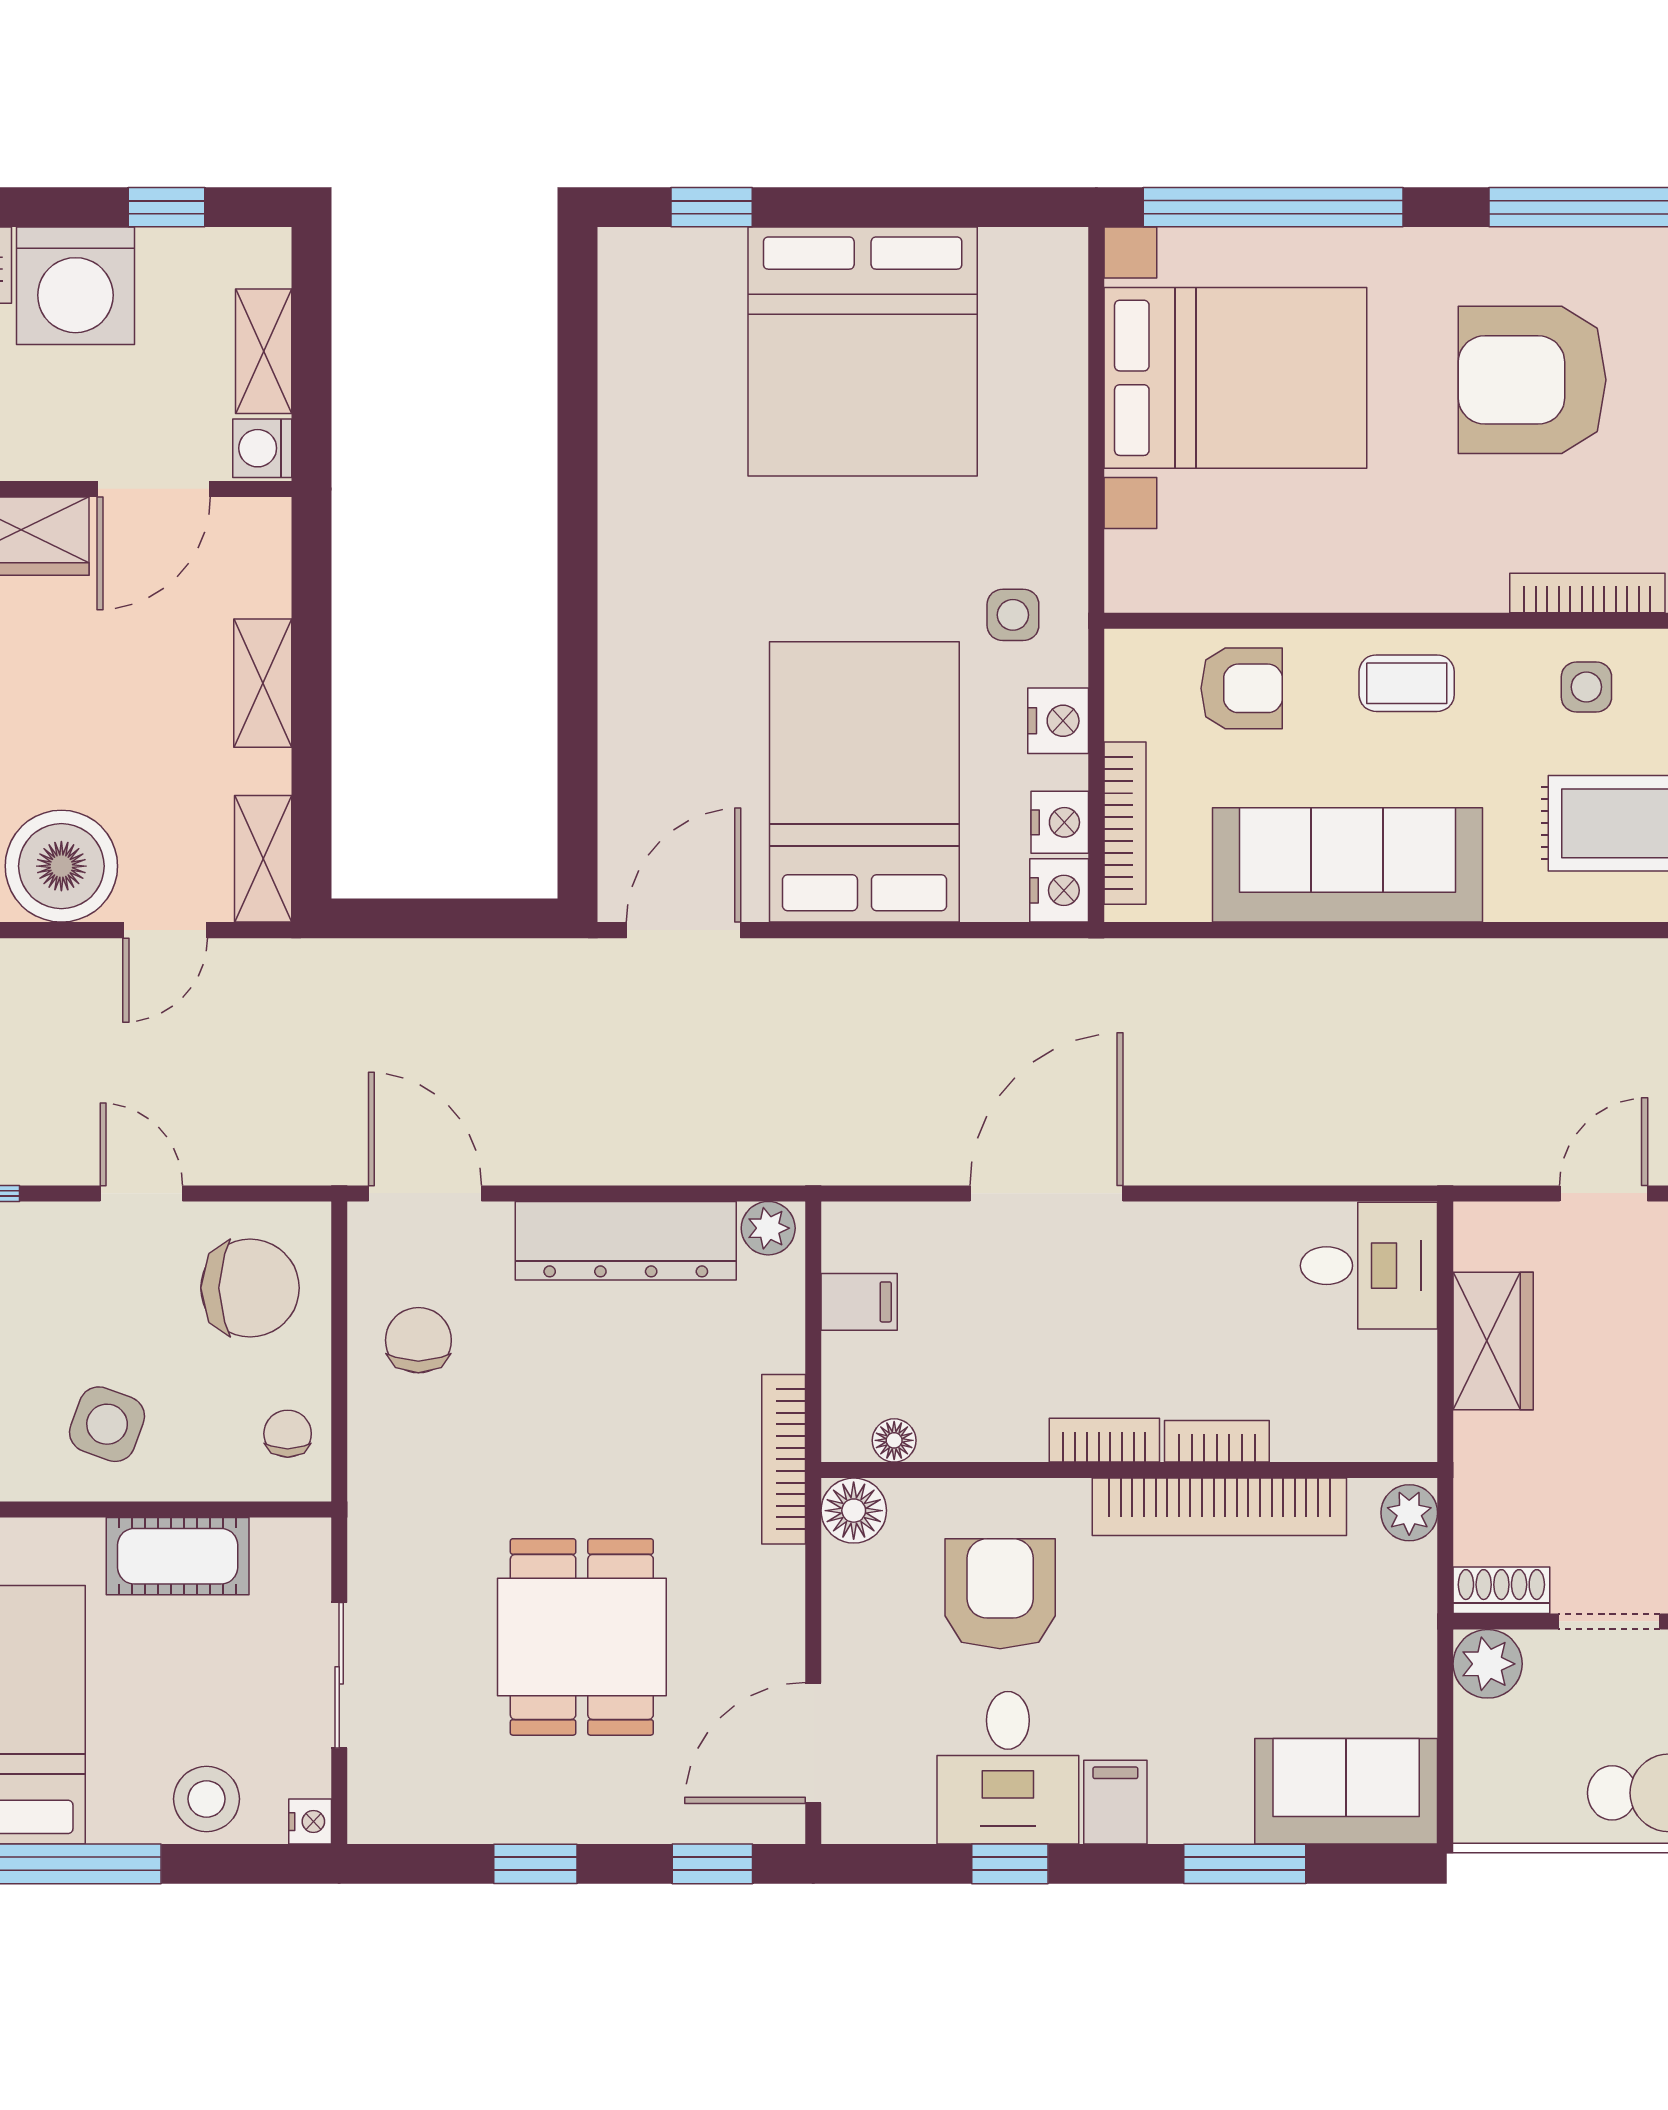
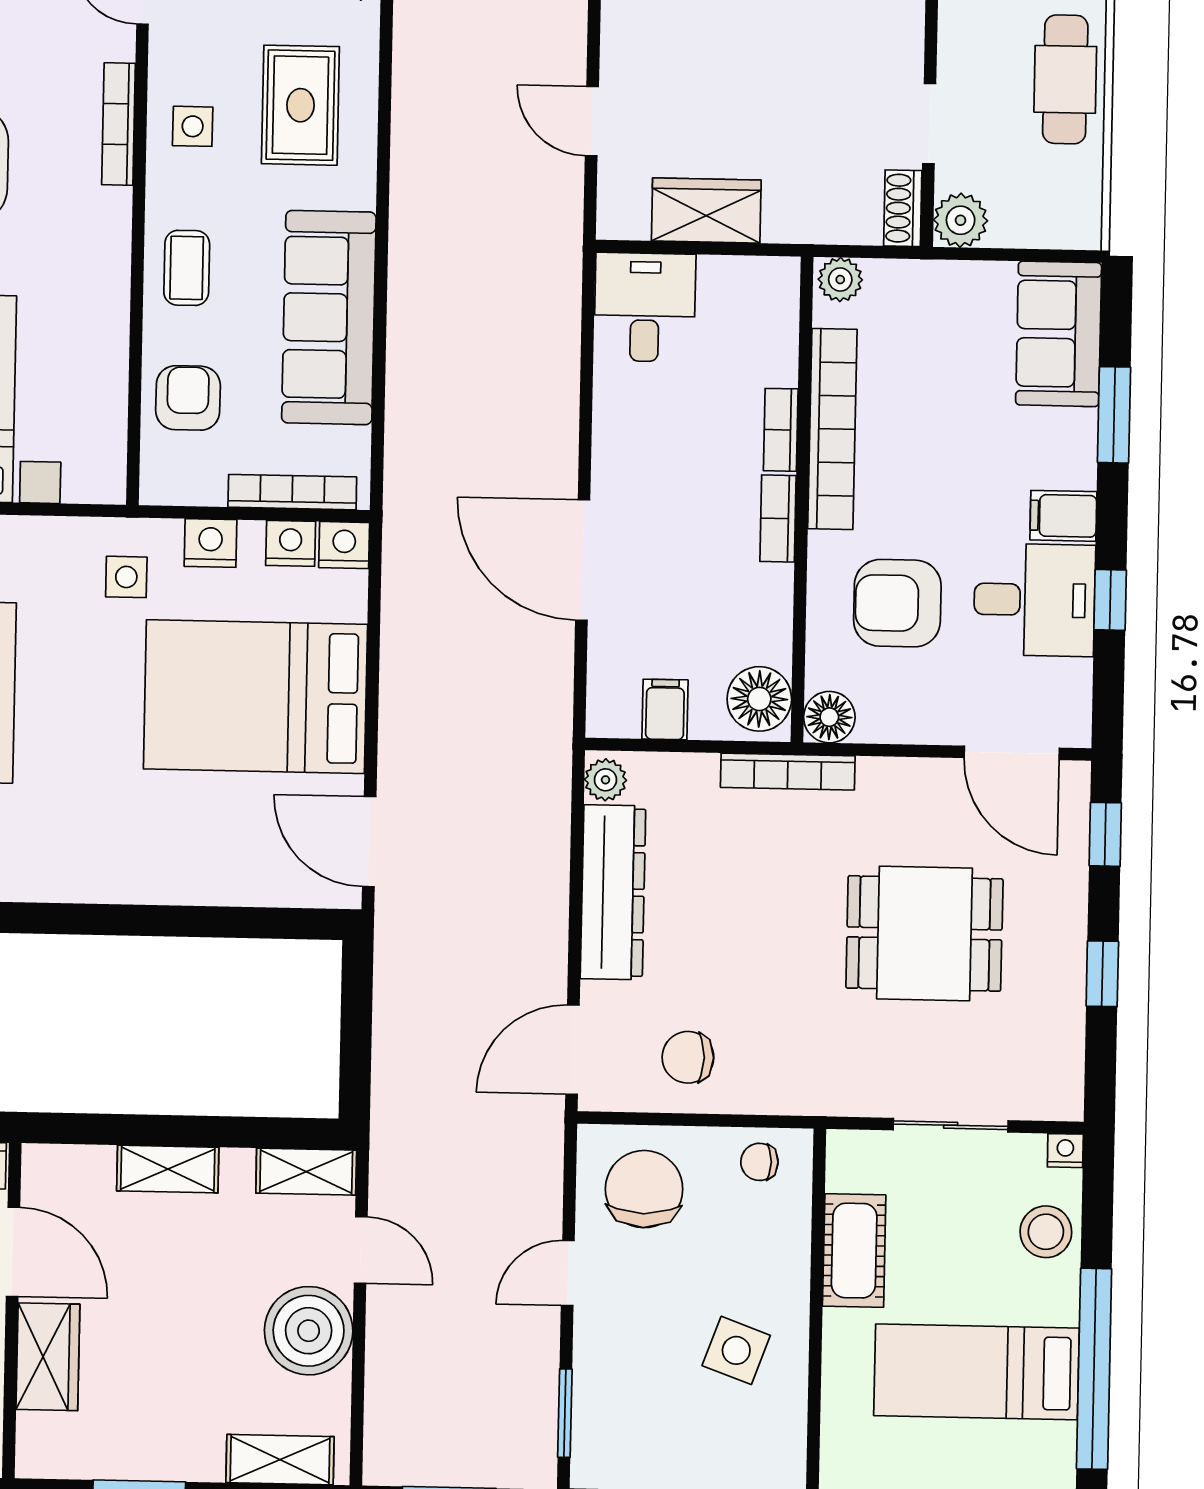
side table: (107, 1424) -> (736, 1350), moved
floor lamp: (894, 1440) -> (759, 699), width x1.89, depth x1.89

